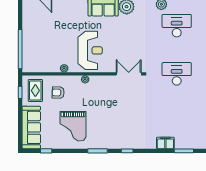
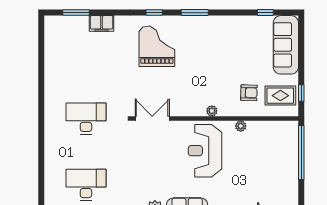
desk: (177, 26) -> (86, 185), turned 180
double door: (129, 74) -> (152, 118), swing flipped
desk: (177, 74) -> (86, 118), turned 180
rug: (35, 91) -> (280, 96), turned 90
grand piano: (73, 126) -> (157, 46), moved

